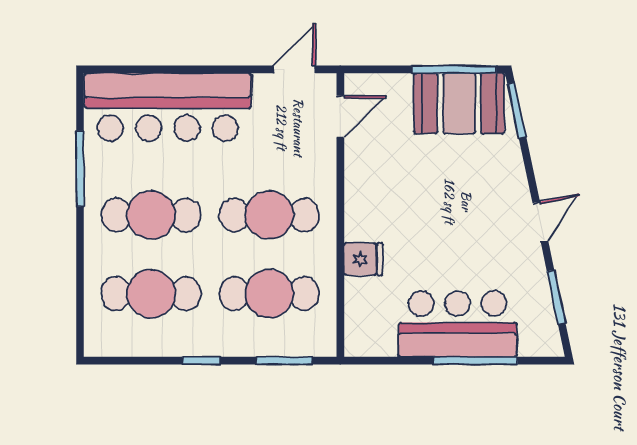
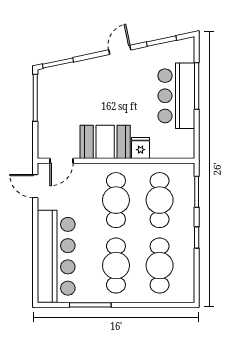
booth: (459, 103) -> (105, 142), moved, turned 90
door: (340, 117) -> (61, 161), swing flipped
door: (540, 222) -> (120, 50), hinge flipped

